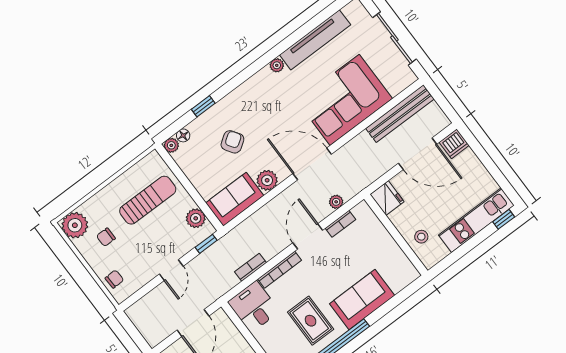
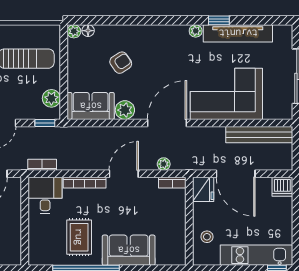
window: (203, 106) -> (219, 20), moved
door: (418, 154) -> (236, 174), moved
door: (312, 164) -> (167, 123), hinge flipped
bookcase: (340, 224) -> (172, 183), moved
bookcase: (251, 267) -> (42, 165), moved

